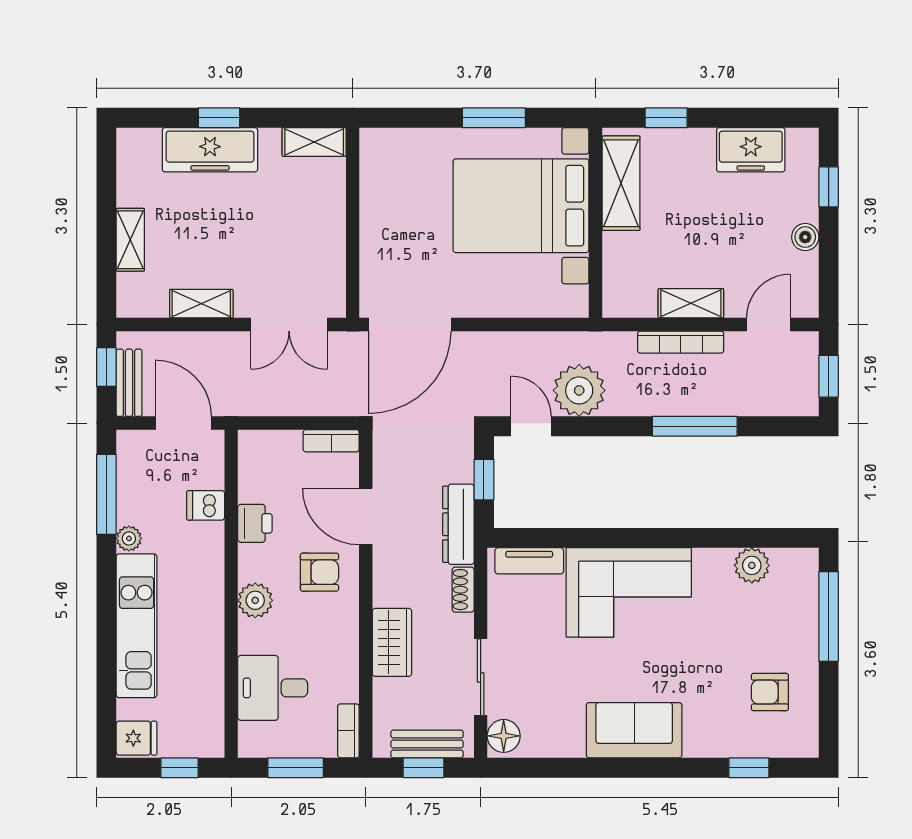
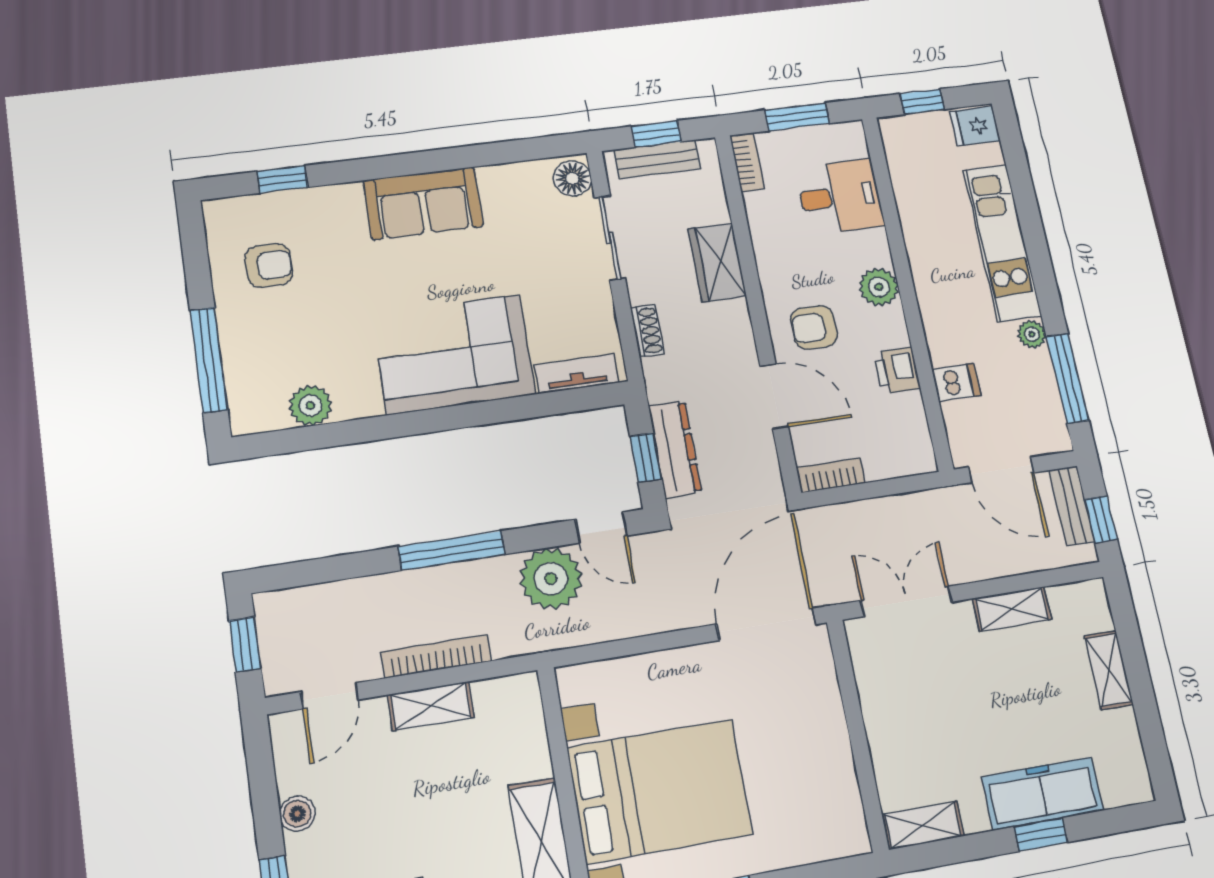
window: (695, 426) -> (452, 550), moved
dresser: (458, 524) -> (675, 449), moved

